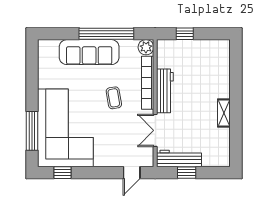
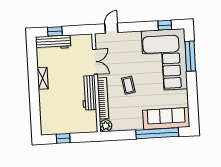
window: (106, 34) -> (157, 133), moved
window: (185, 34) -> (63, 138), moved
sofa: (89, 52) -> (166, 119), moved
workbench: (179, 159) -> (53, 42), moved
window: (187, 173) -> (55, 31), moved

